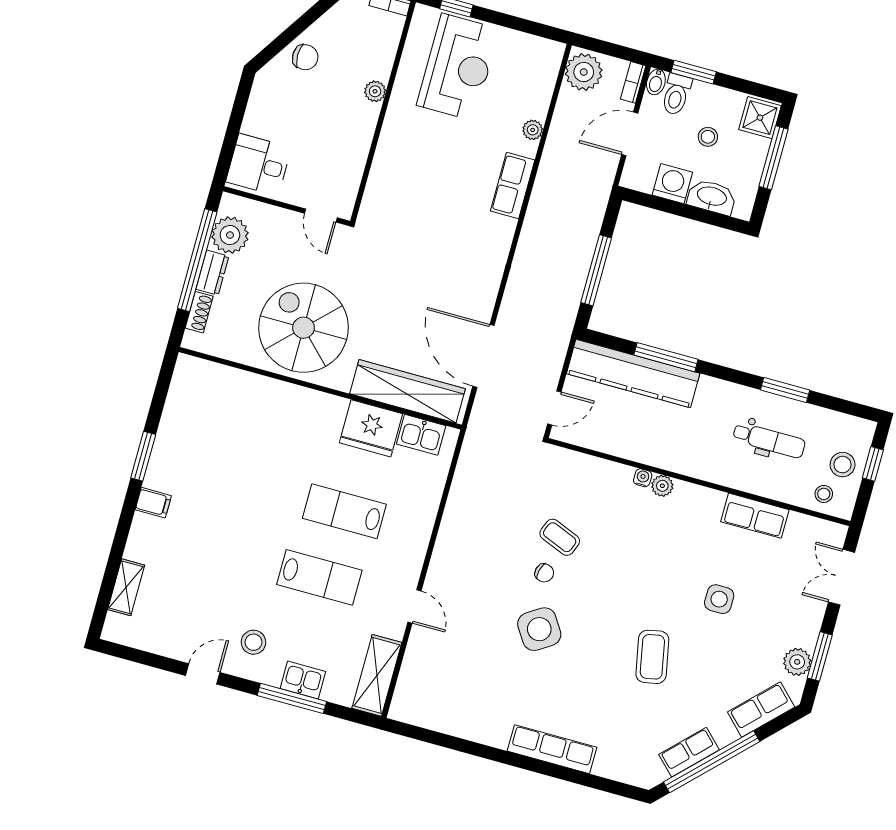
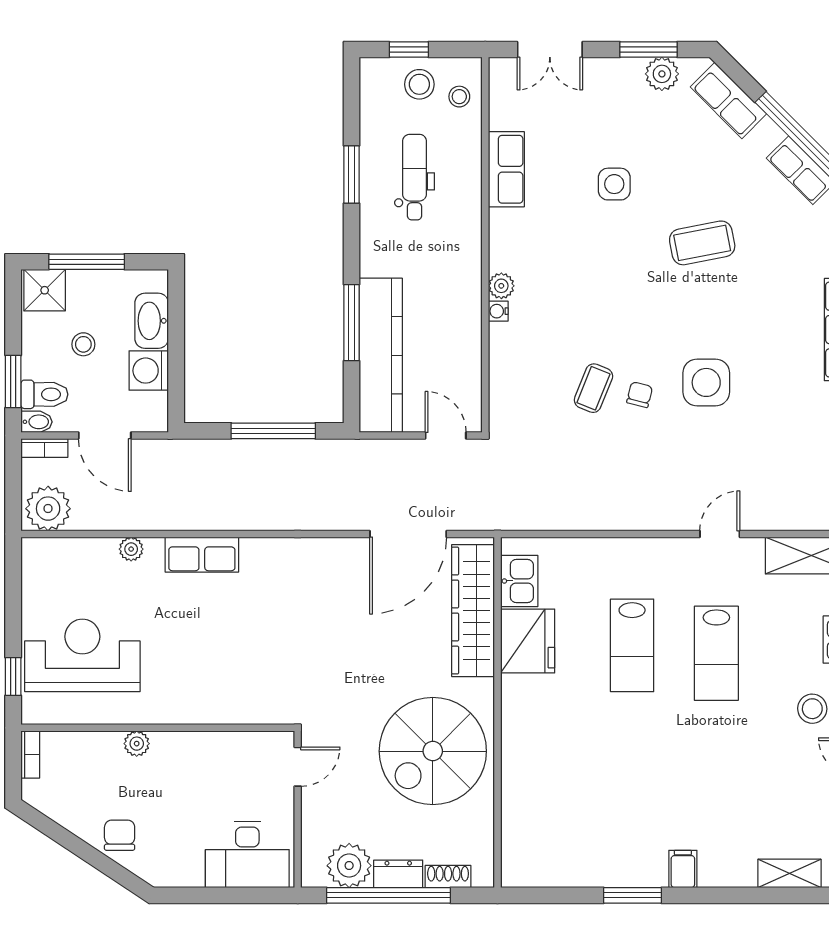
desk: (259, 165) -> (247, 855), width x1.37
lab bench: (319, 577) -> (716, 653), turned 180
side table: (539, 629) -> (706, 382), turned 33

